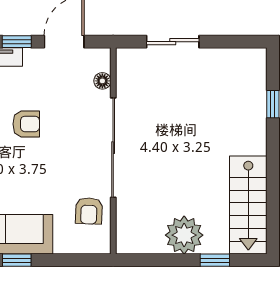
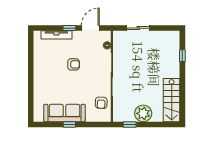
window: (215, 260) -> (130, 124), moved

